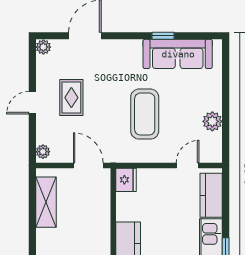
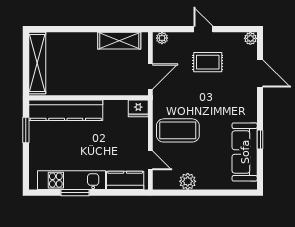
coffee table: (145, 114) -> (178, 130), moved

